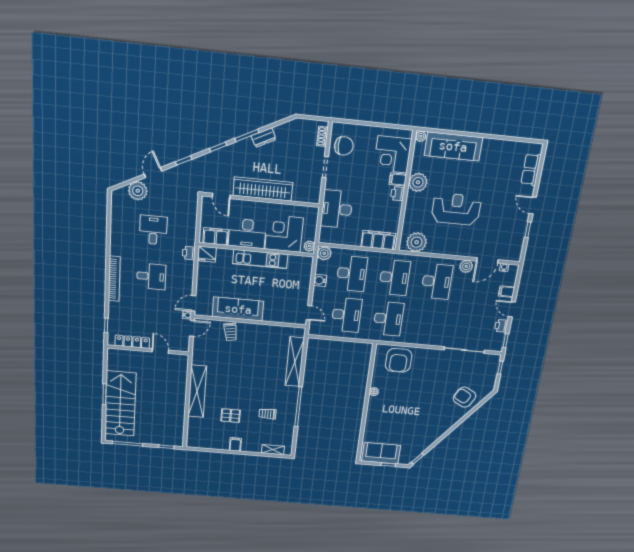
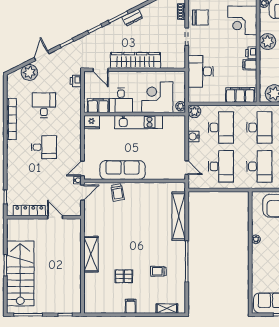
filing cabinet: (398, 179) -> (250, 65), moved
desk: (247, 233) -> (121, 100), width x0.73
printer: (189, 253) -> (76, 81), moved
bookcase: (114, 279) -> (11, 119), moved
shelving: (197, 391) -> (91, 254), width x0.68

